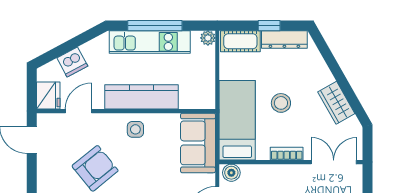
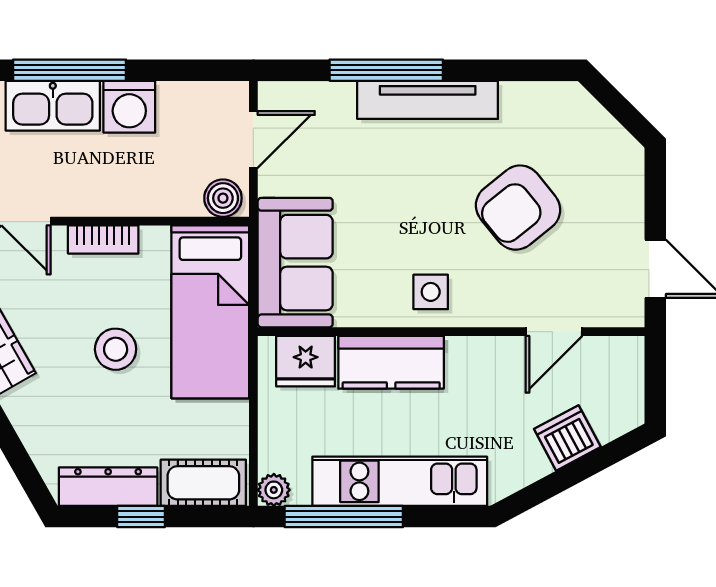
window: (155, 26) -> (344, 517), moved
fridge: (48, 96) -> (306, 361), moved, turned -90
kitchen counter: (142, 97) -> (391, 362), width x0.67

